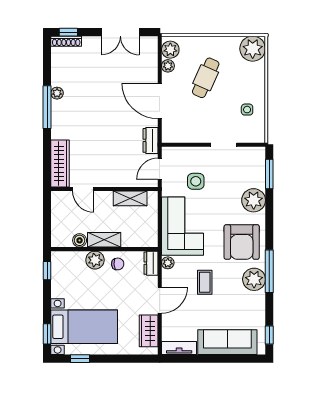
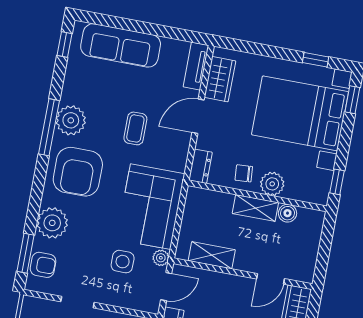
armchair: (255, 168) -> (43, 265), added
door: (83, 189) -> (270, 279), swing flipped
armchair: (242, 242) -> (78, 172), turned 180
plant: (168, 263) -> (161, 258), moved
bed with nightstands: (84, 327) -> (300, 113), width x1.36
tv unit: (179, 348) -> (196, 66), moved, turned 90

